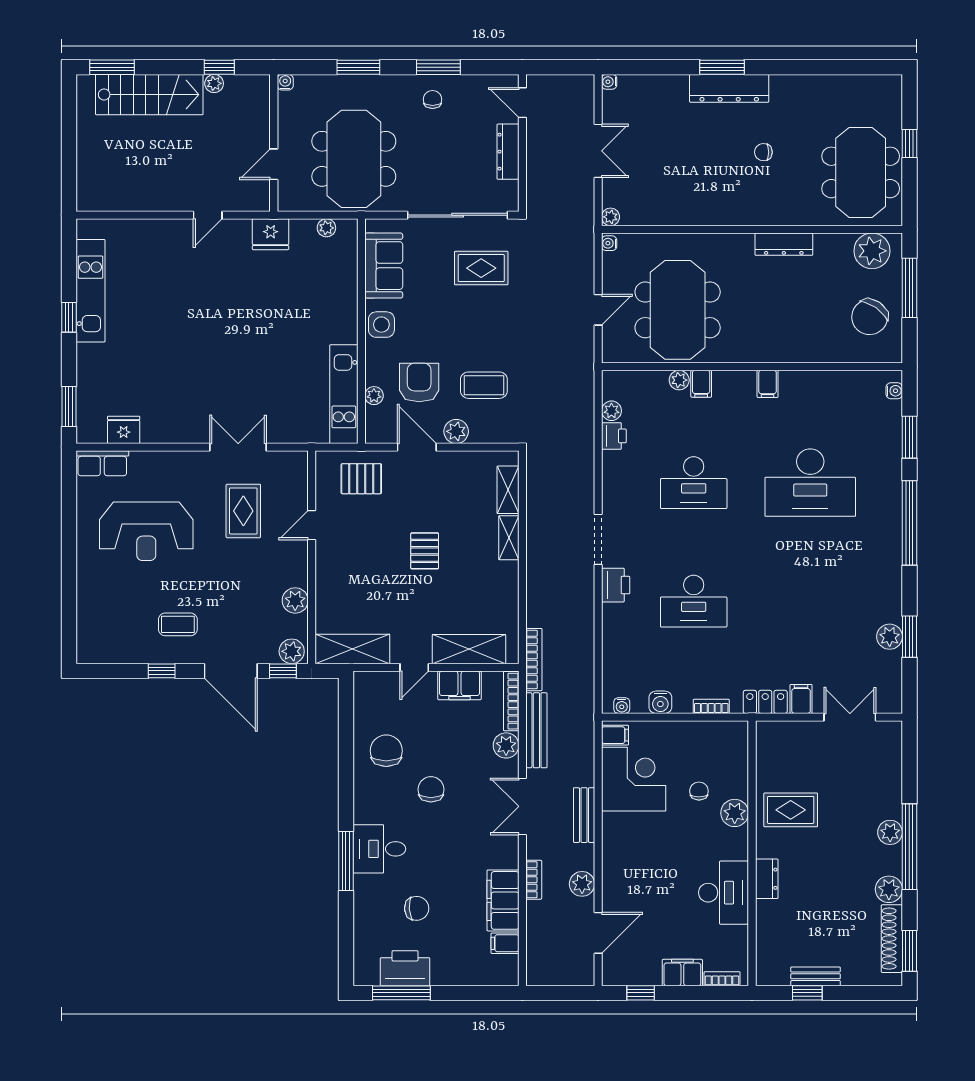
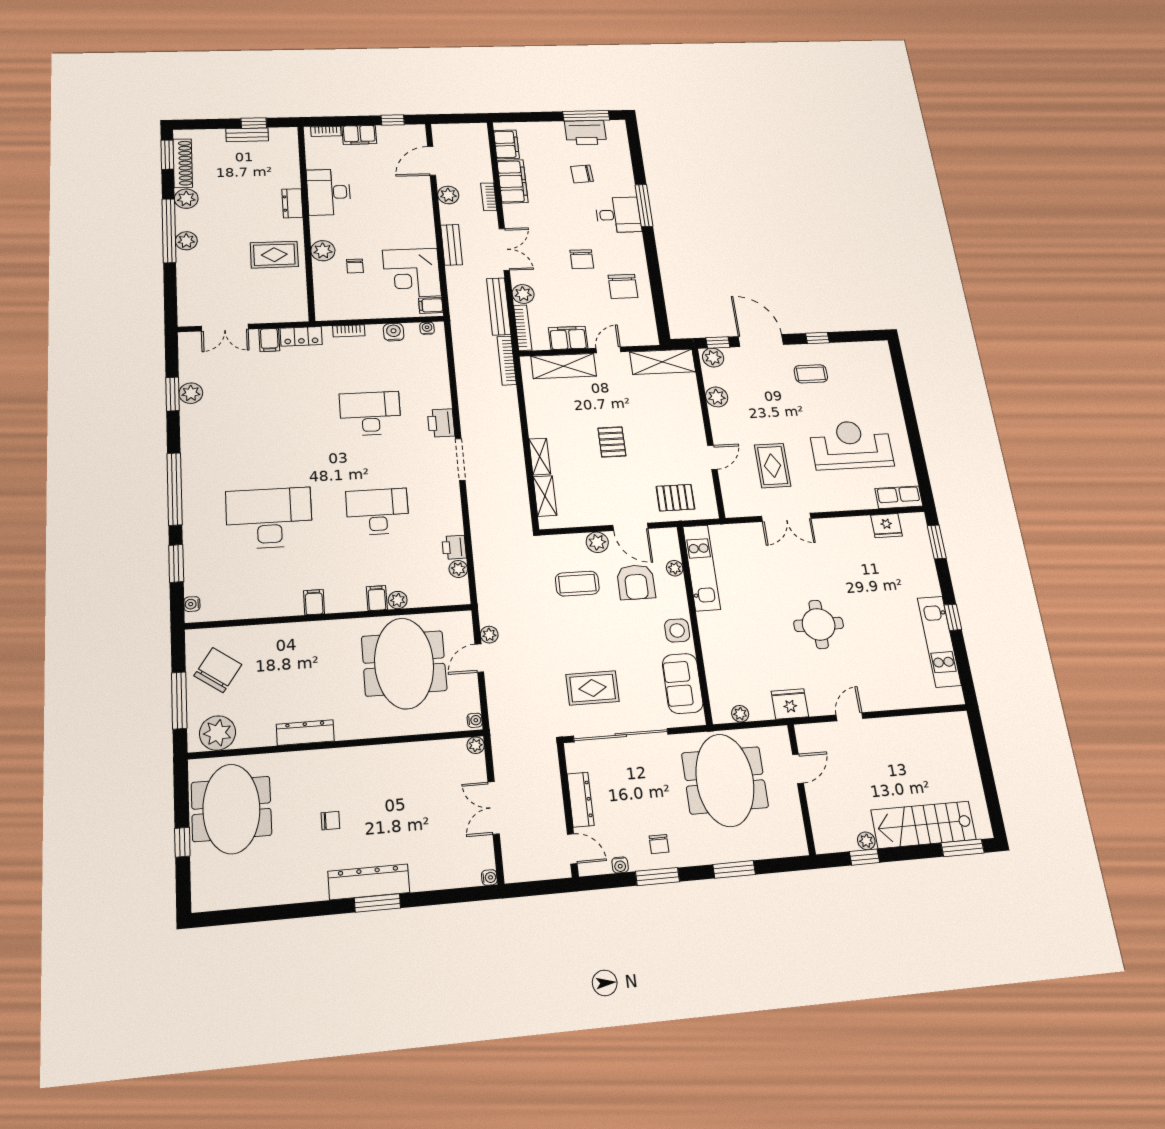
water cooler: (285, 82) -> (620, 865), moved
round table: (223, 320) -> (819, 624), added
plant: (585, 335) -> (489, 635), added
filing cabinet: (505, 943) -> (506, 144), width x2.00

